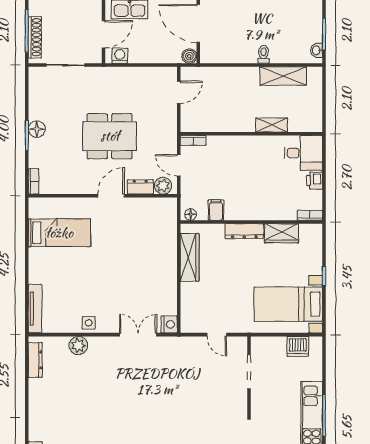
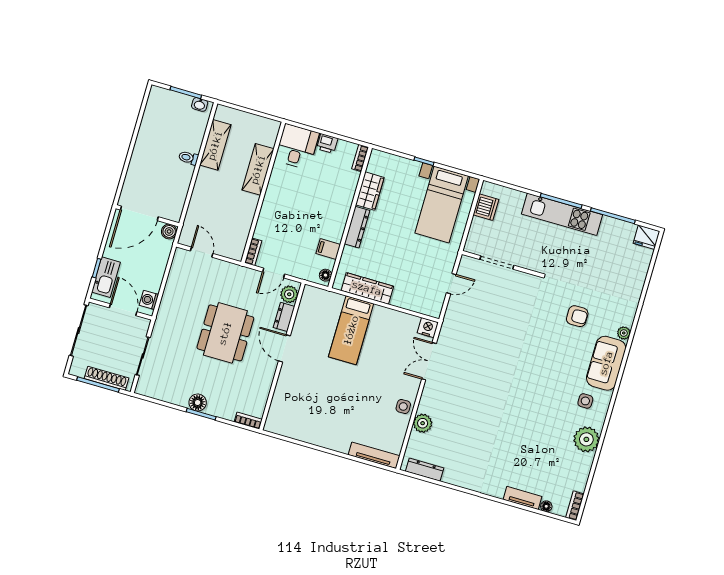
shelving: (272, 125) -> (258, 169), width x1.50, depth x1.33
bed: (59, 233) -> (351, 330), moved, turned 180

